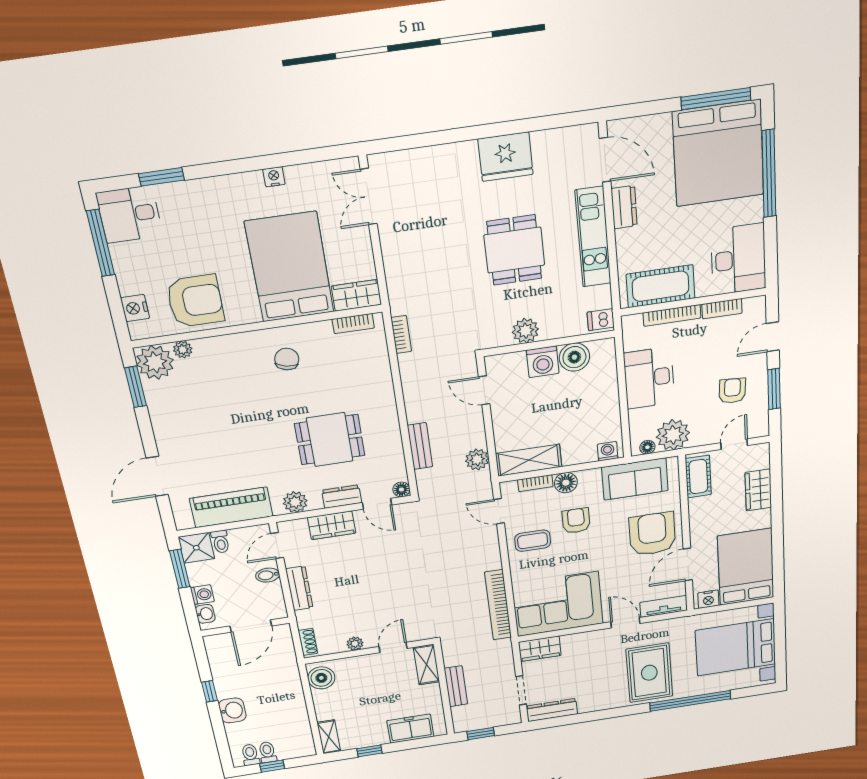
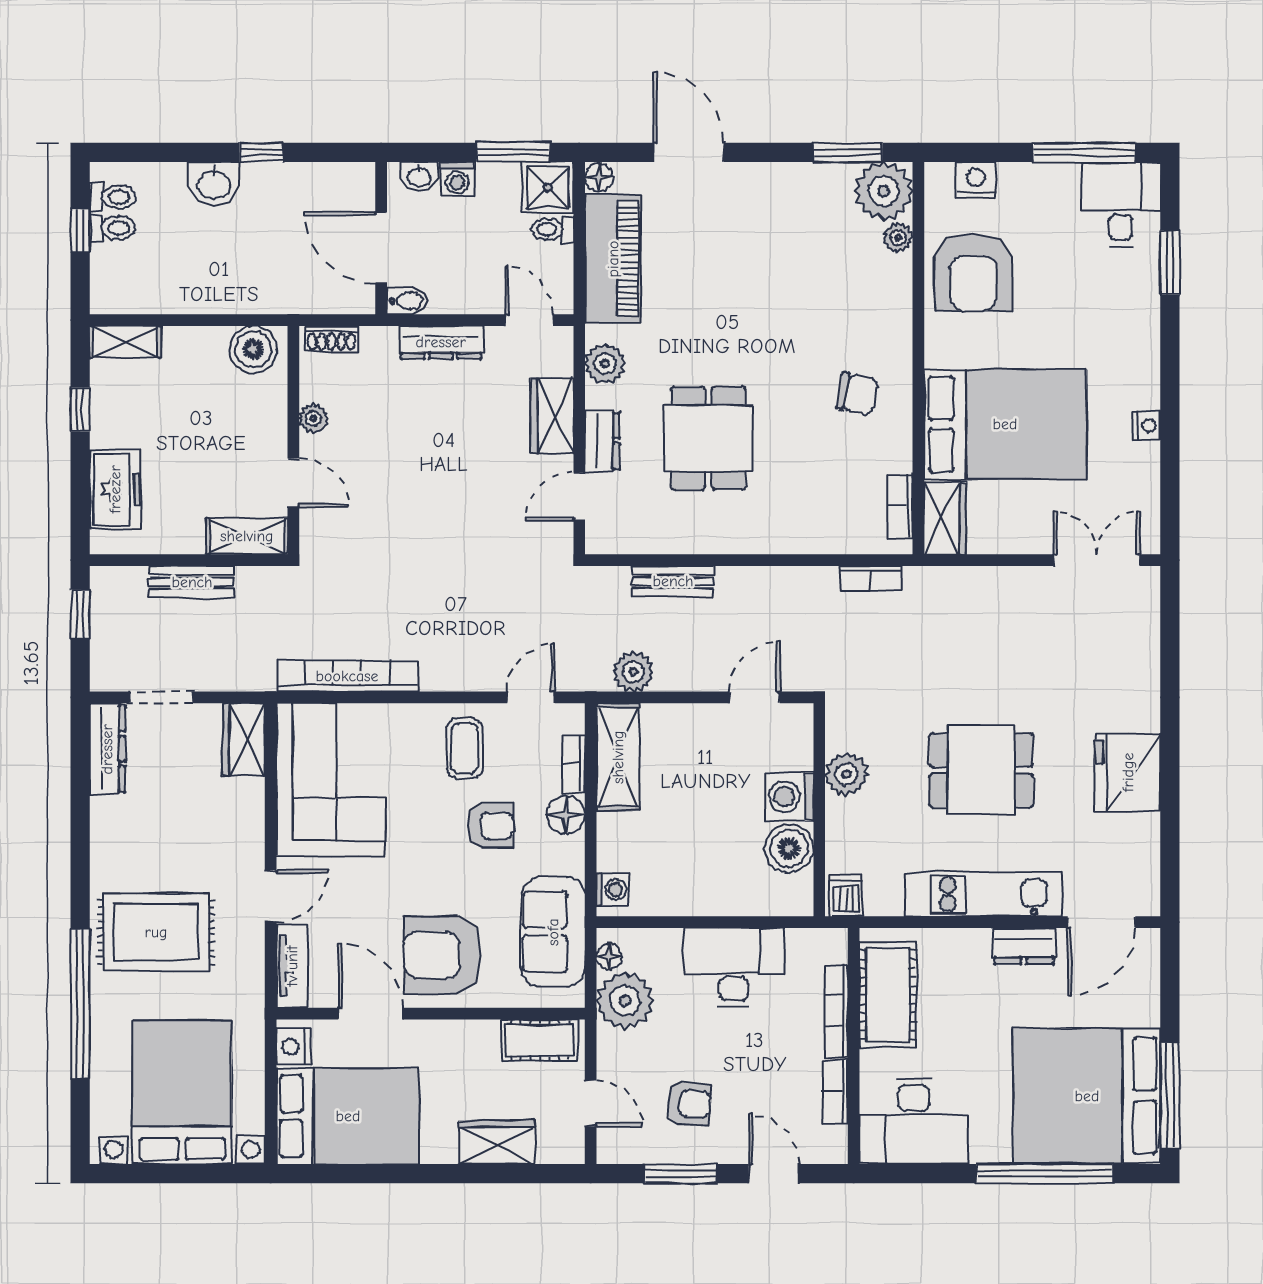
floor lamp: (401, 489) -> (599, 177), moved
armchair: (652, 534) -> (442, 955), turned 180
bidet: (268, 575) -> (407, 301), moved, turned 90

